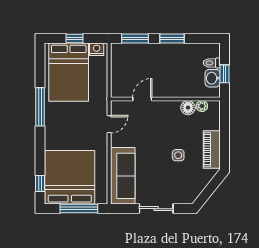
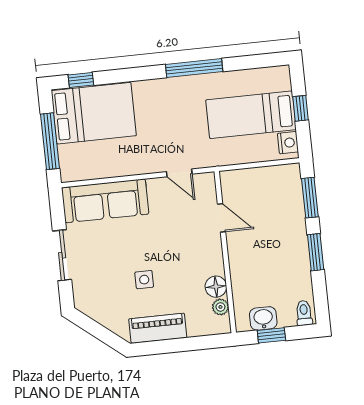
toilet: (212, 63) -> (304, 313), moved
bed: (69, 72) -> (251, 115), width x0.67
bed: (70, 177) -> (94, 113), width x0.73

